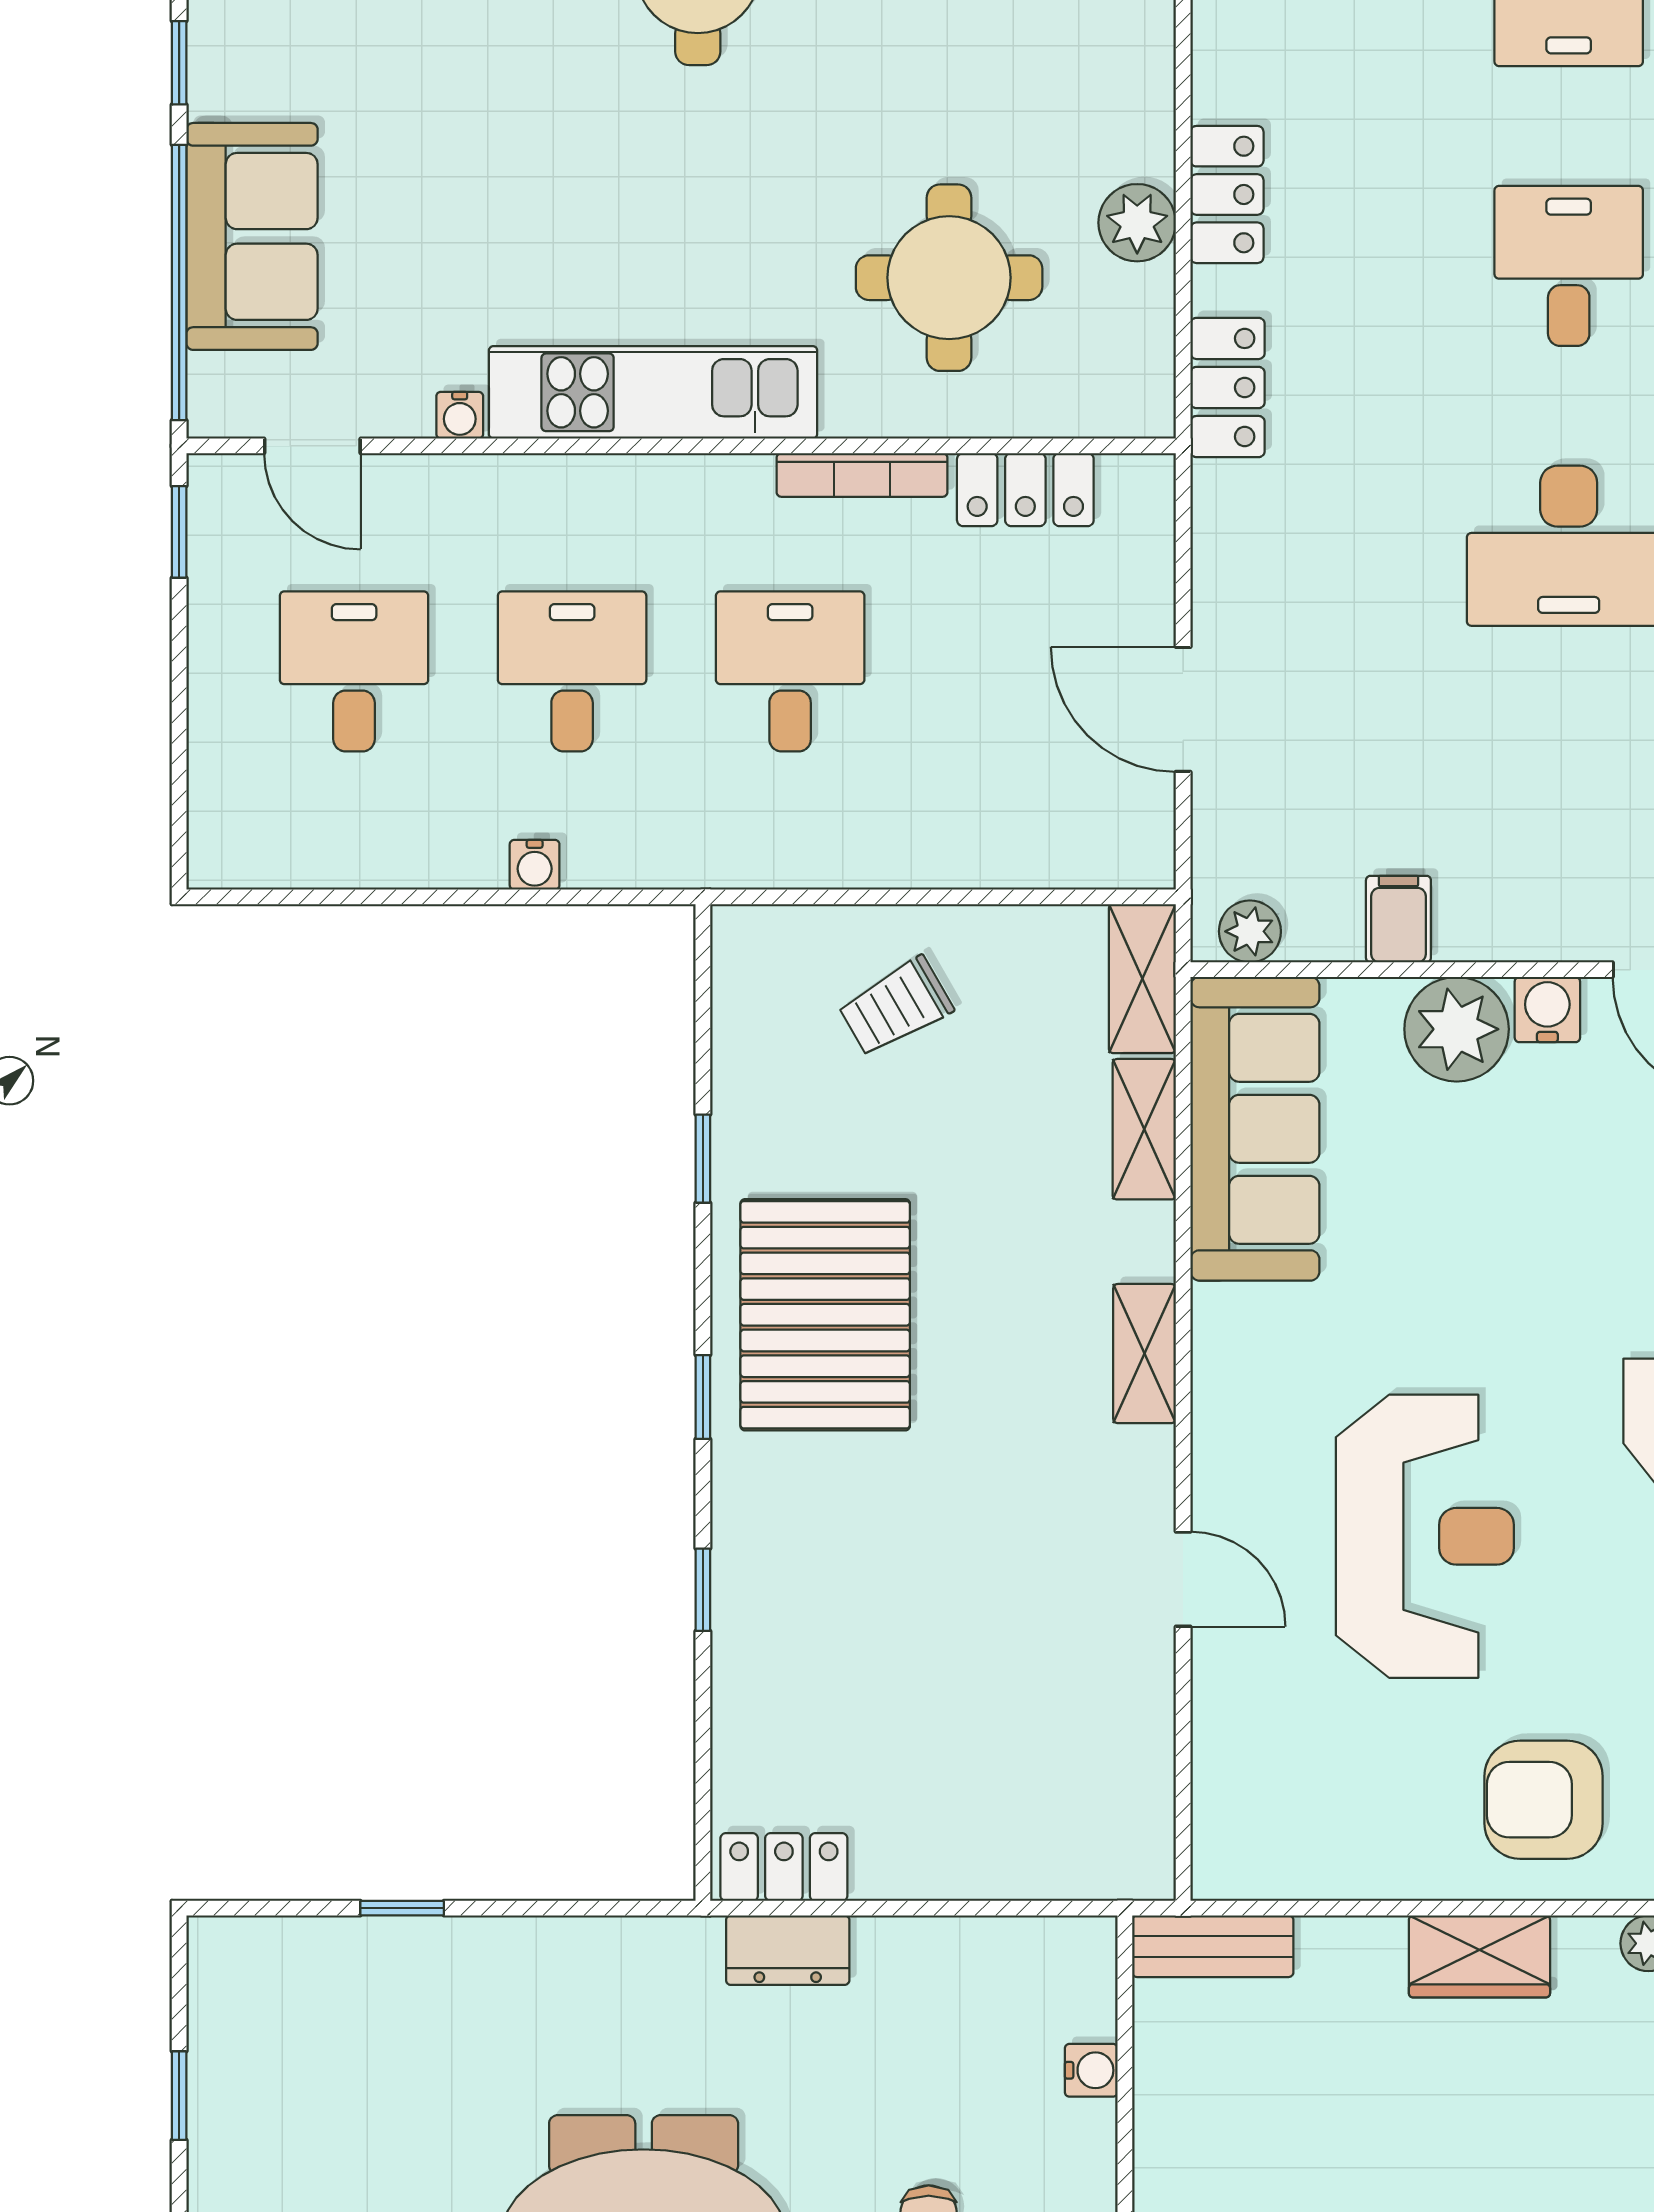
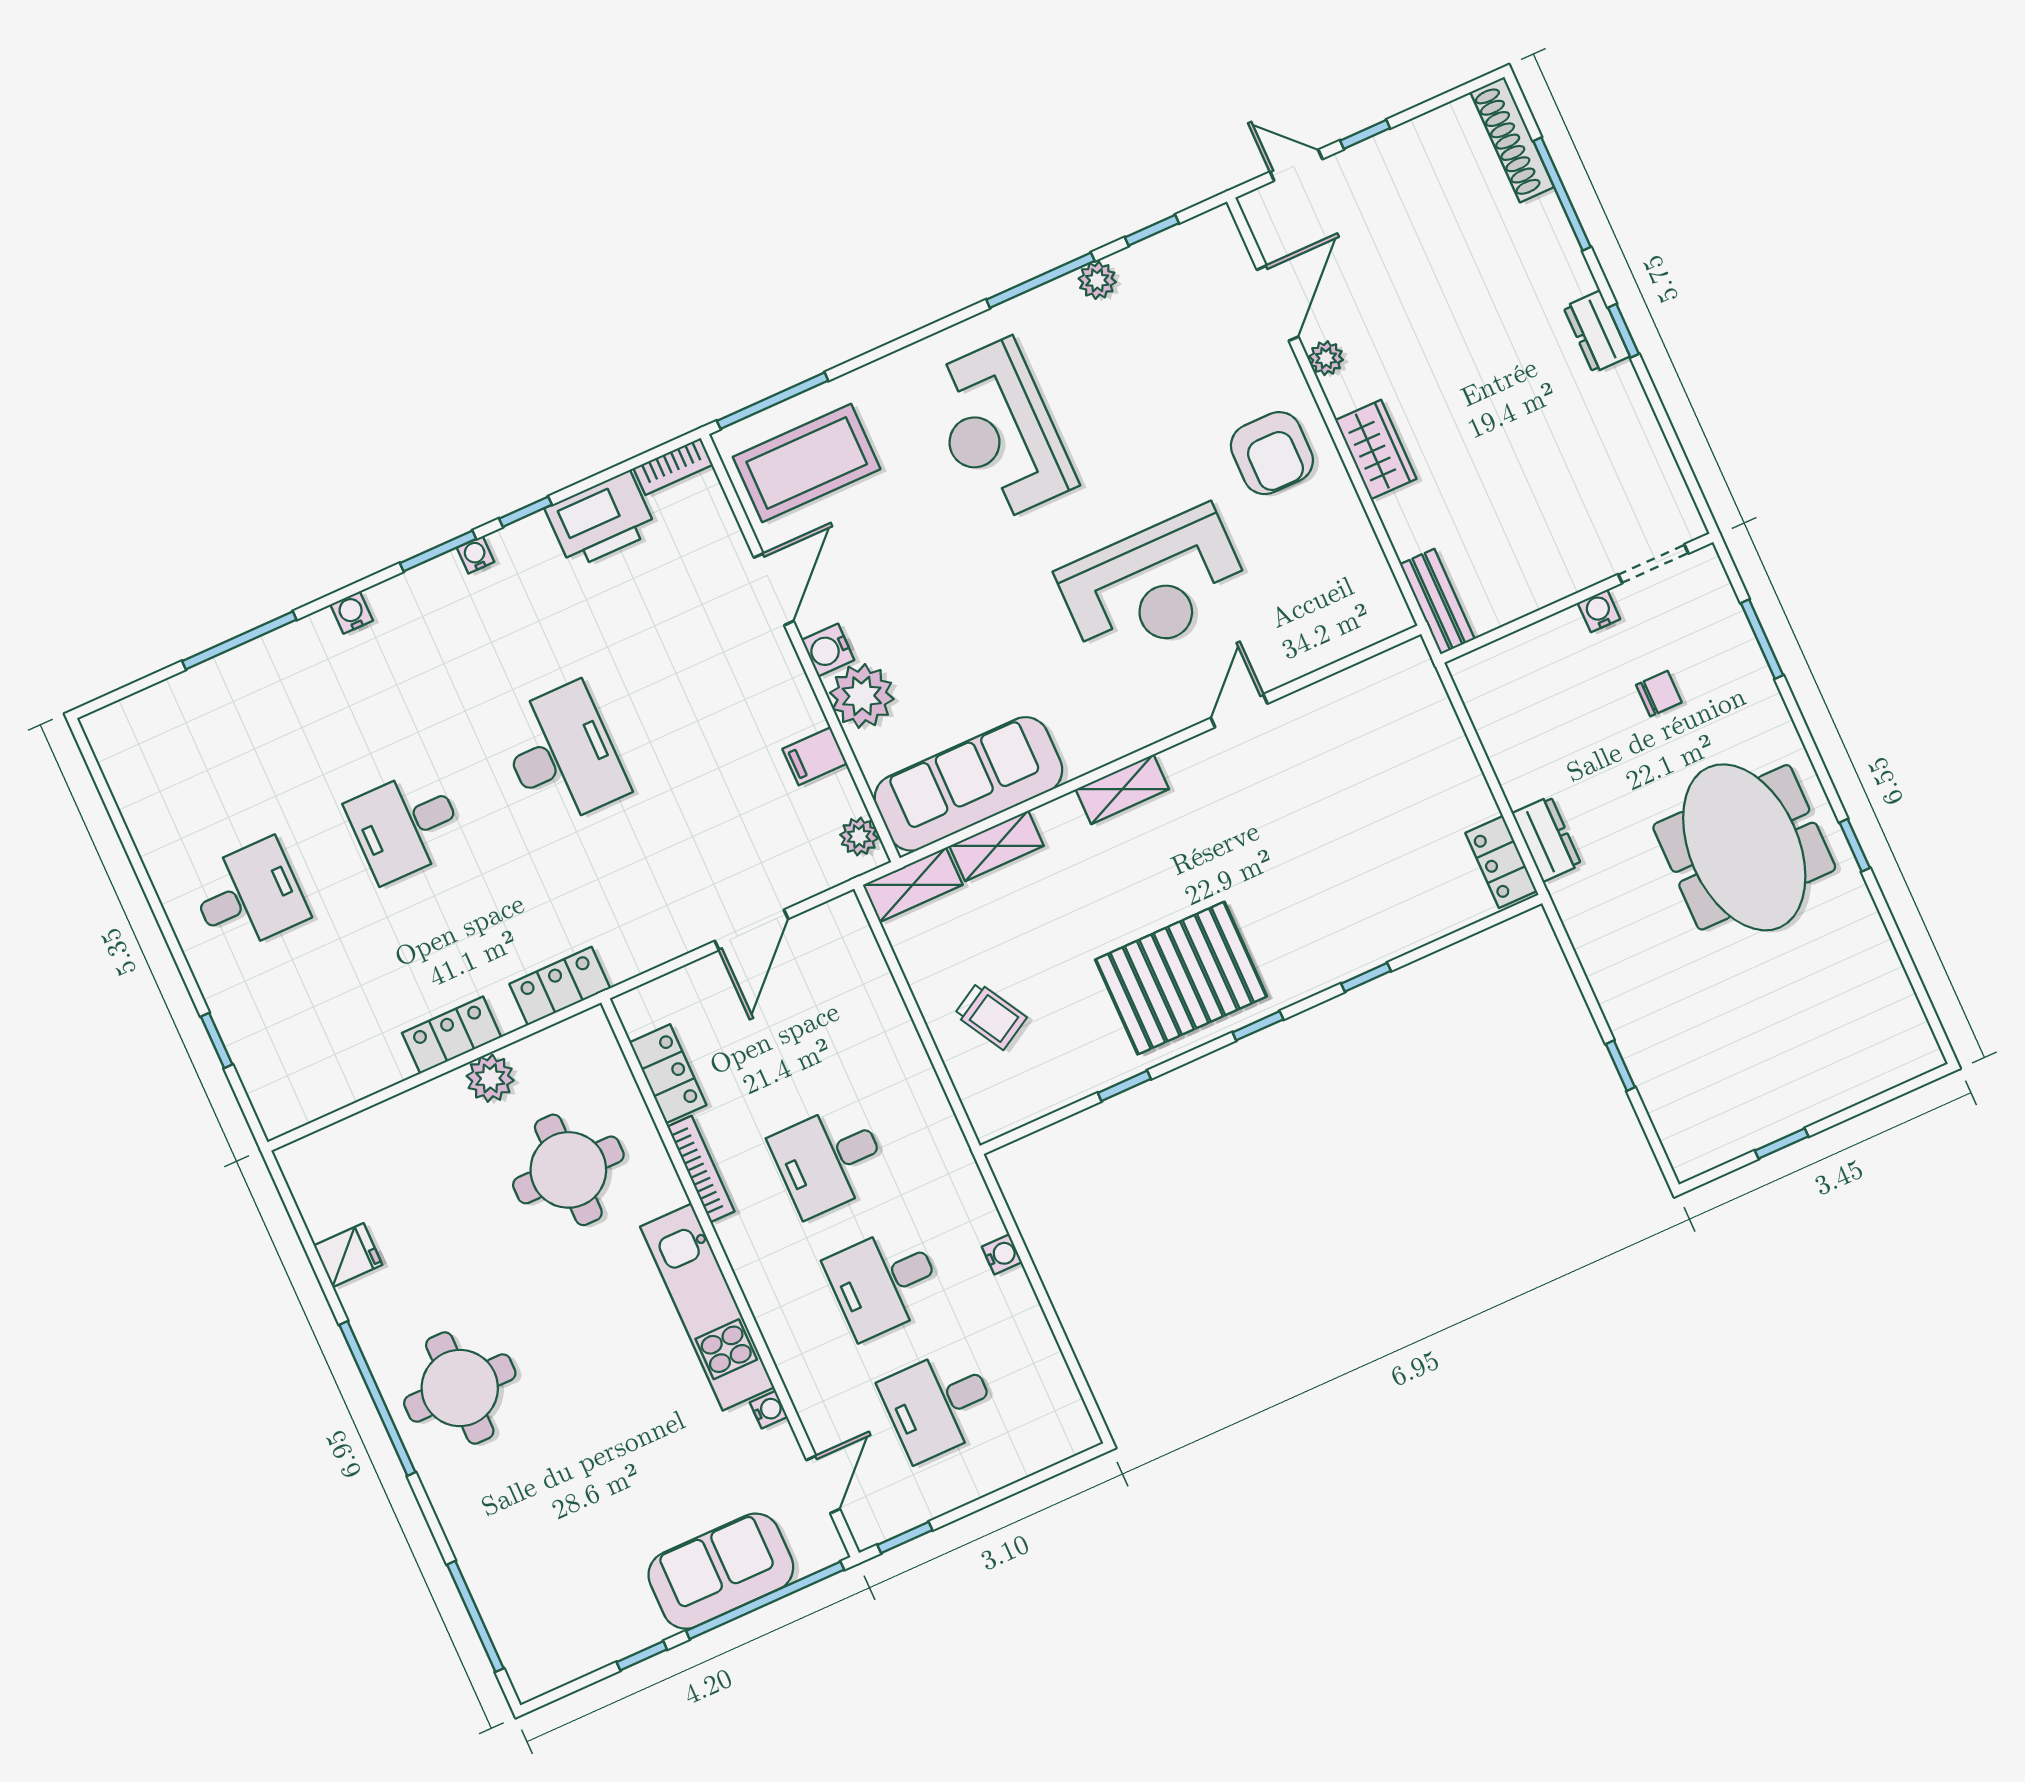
reception desk: (1425, 1536) -> (1154, 586), turned 180
water cooler: (1091, 2070) -> (1599, 611), moved

